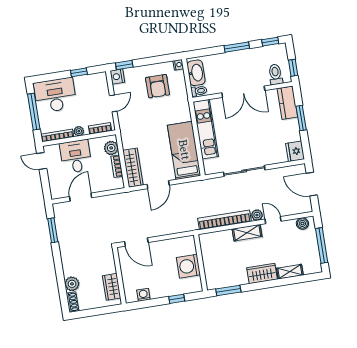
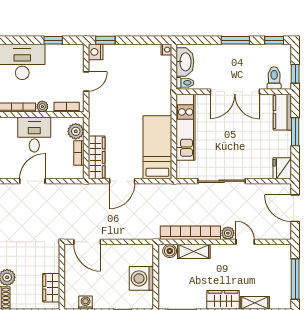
armchair: (158, 86) -> (139, 70), removed
boiler: (302, 223) -> (170, 251), moved
shelving: (247, 233) -> (194, 251), moved

